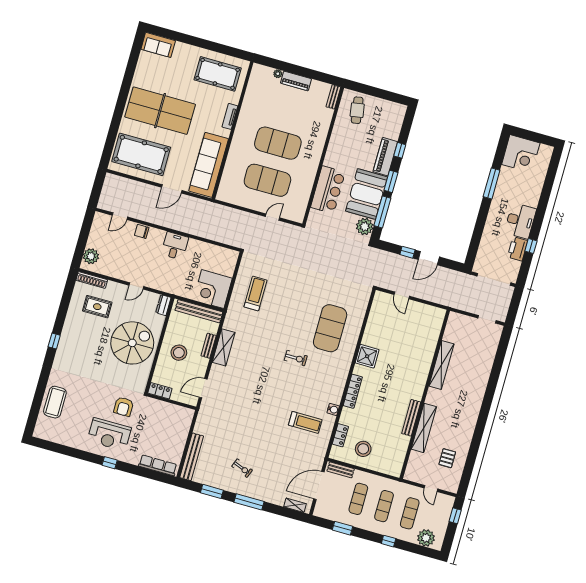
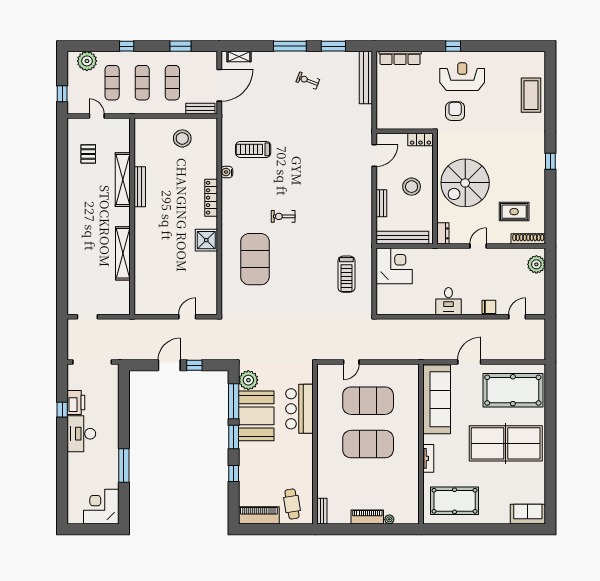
piano: (385, 157) -> (259, 515), moved, turned -90
door: (402, 295) -> (187, 317), hinge flipped
shelving: (224, 347) -> (365, 206), removed
locker: (340, 435) -> (211, 146), removed

